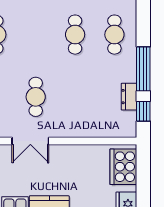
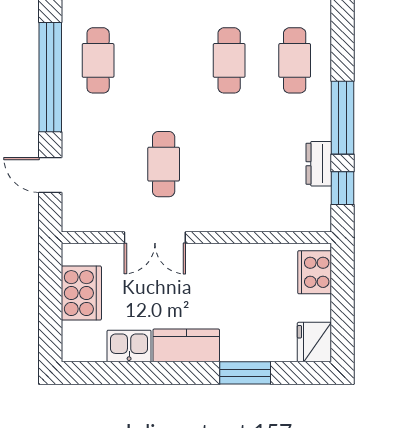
cooker: (123, 167) -> (315, 272), width x0.73, depth x0.76

